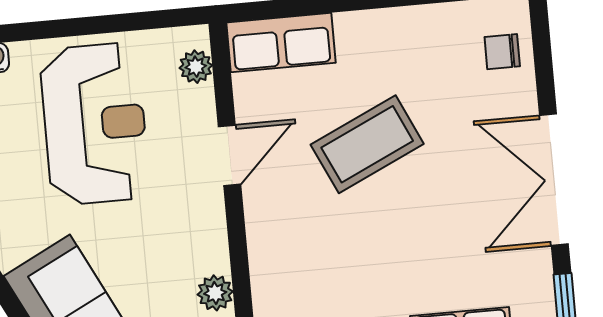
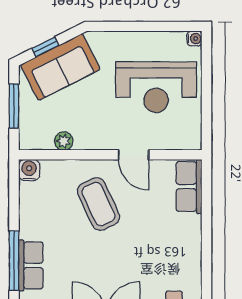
plant: (196, 67) -> (181, 142), removed
coffee table: (367, 144) -> (98, 204), moved

